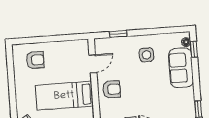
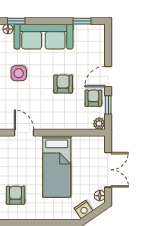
sofa: (181, 68) -> (43, 37), width x1.36
armchair: (112, 89) -> (63, 84), moved

